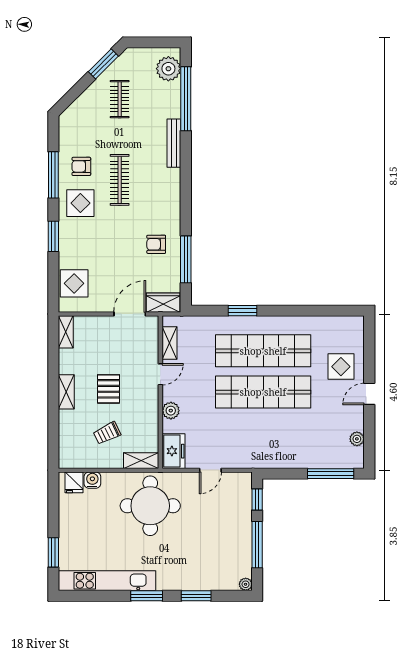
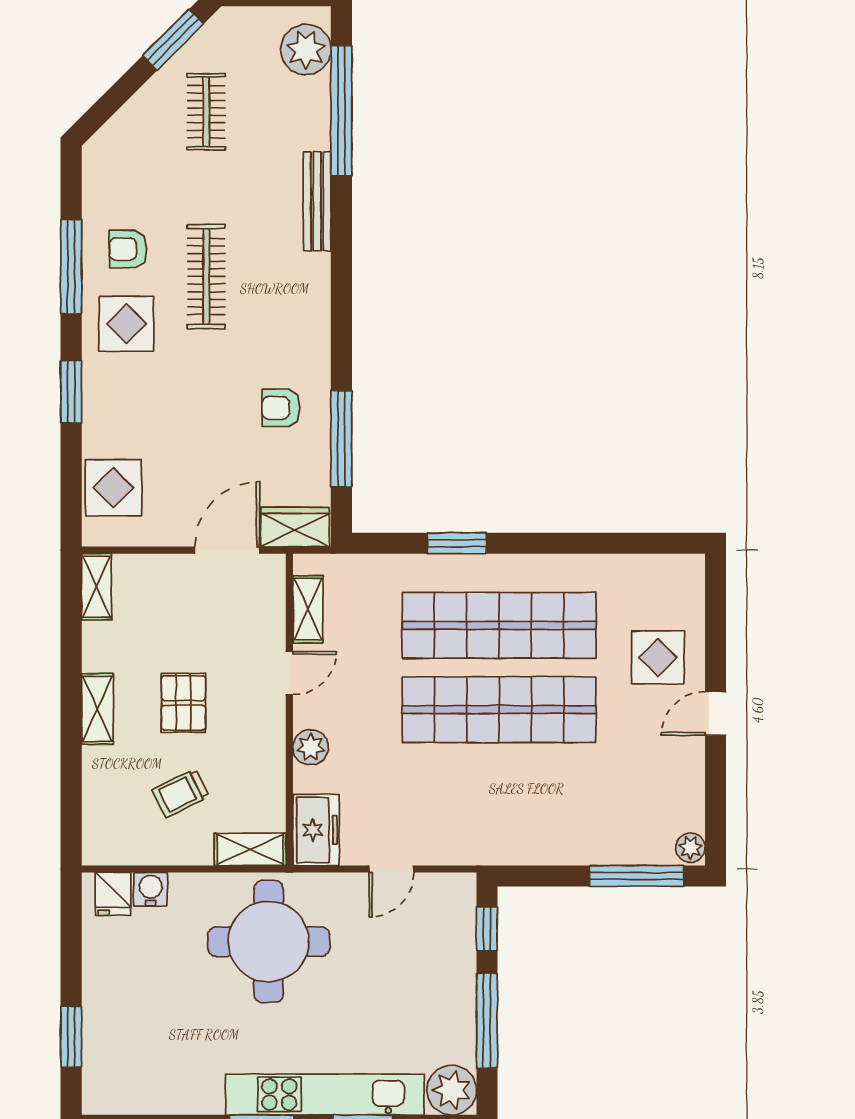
plant: (357, 439) -> (690, 848), moved
kitchen unit: (107, 581) -> (325, 1094), moved
plant: (246, 584) -> (452, 1090), width x1.88, depth x1.88

